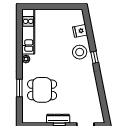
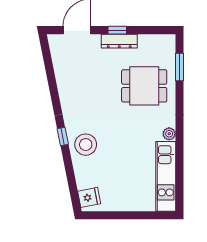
fridge: (80, 31) -> (89, 197), moved
window: (19, 88) -> (179, 67), moved

